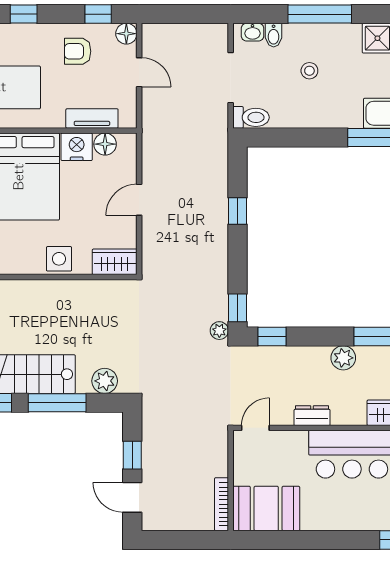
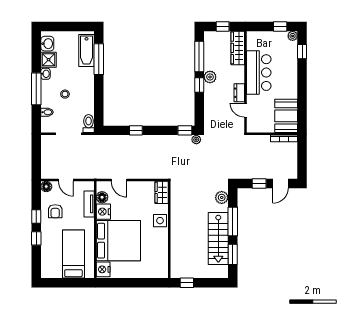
window: (98, 14) -> (36, 217), moved
washbasin: (253, 32) -> (45, 74), moved
door: (139, 72) -> (66, 180), swing flipped
door: (139, 200) -> (119, 180), moved
window: (272, 336) -> (199, 85), moved
door: (255, 428) -> (245, 110), moved

